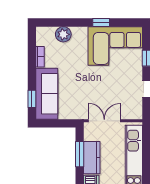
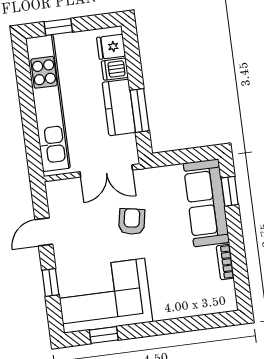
window: (101, 22) -> (104, 335), moved
plant: (63, 34) -> (192, 304), removed
armchair: (93, 88) -> (132, 221), added

